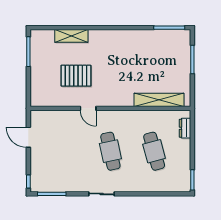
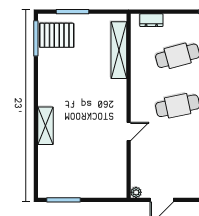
shelving: (71, 36) -> (45, 126), moved
pallet: (76, 76) -> (57, 35), moved, turned 90
plant: (35, 115) -> (136, 192), added

